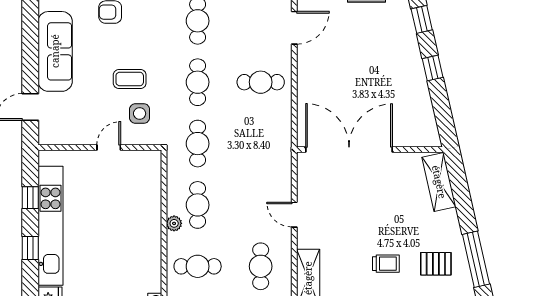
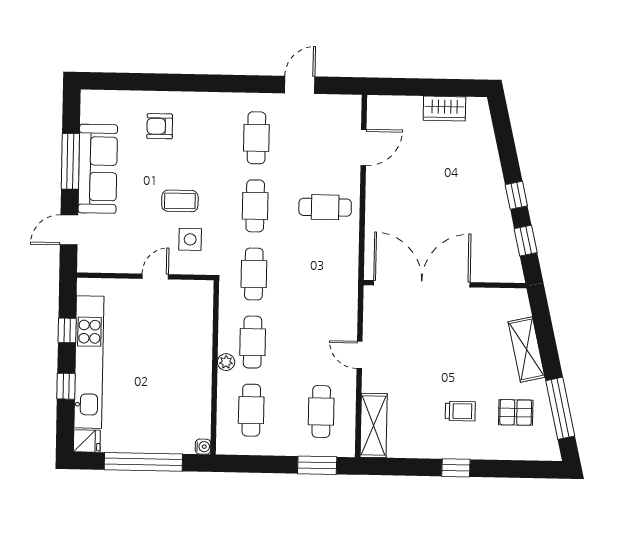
window: (422, 19) -> (526, 241), moved
window: (30, 45) -> (70, 161), added
shelving: (439, 182) -> (526, 349), moved
cafe table: (198, 266) -> (251, 410), turned 90

